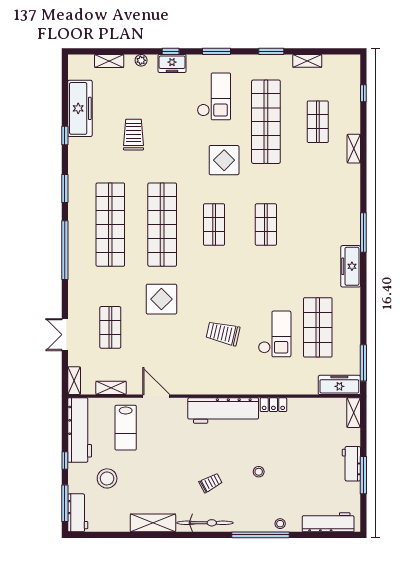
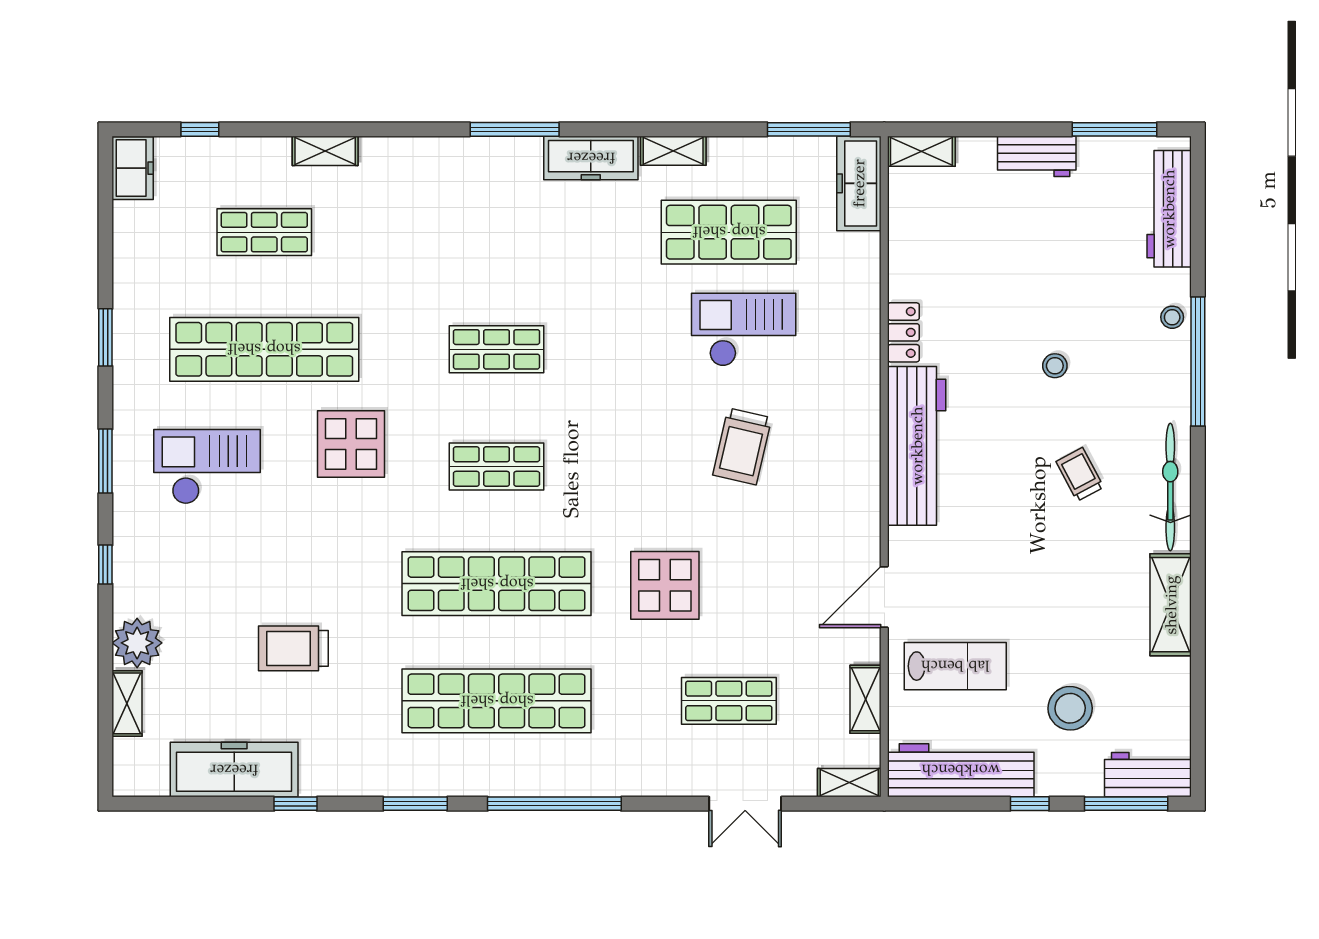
plant: (141, 60) -> (137, 643), width x1.88, depth x1.88
shelving: (307, 61) -> (673, 151), moved, turned 90
freezer: (172, 63) -> (133, 168), moved
window: (363, 475) -> (1114, 129), moved

